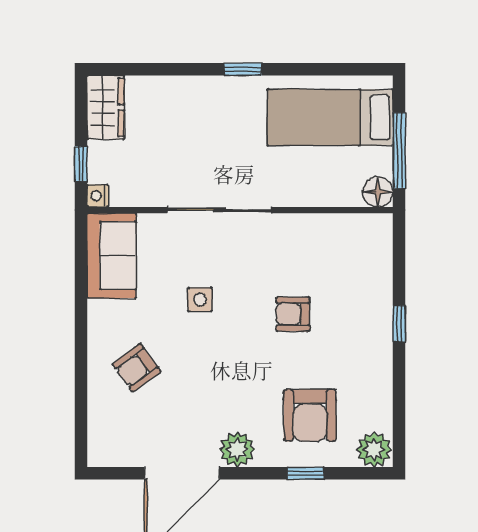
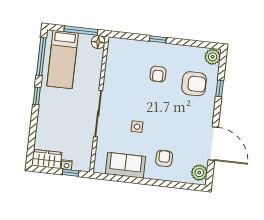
window: (332, 69) -> (41, 57), added
nightstand: (98, 196) -> (67, 165), moved
sofa: (112, 256) -> (126, 165), moved
armchair: (293, 314) -> (158, 74), moved
armchair: (136, 368) -> (164, 158), turned -144
plant: (237, 449) -> (199, 173), moved

